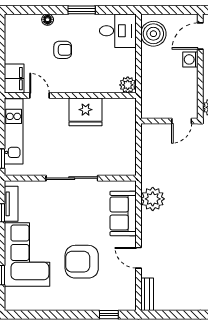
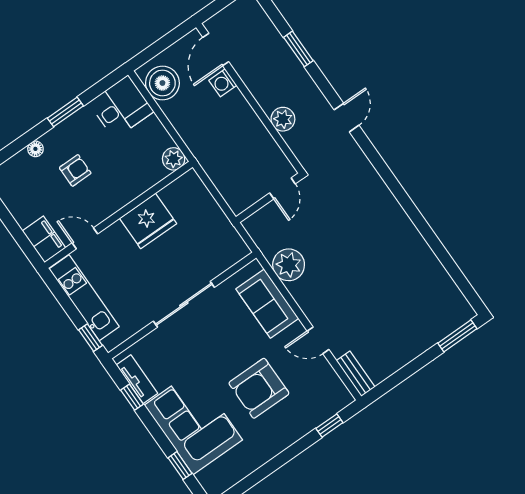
wall: (169, 121) -> (269, 198), moved
door: (182, 121) -> (282, 188), moved

